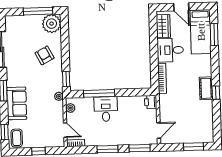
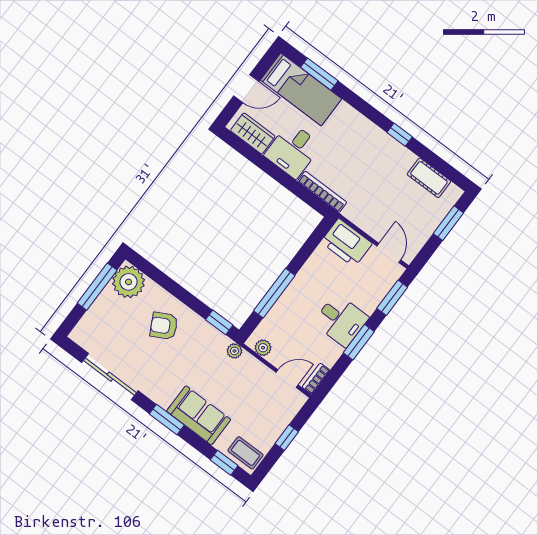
cot: (206, 88) -> (429, 178), moved
printer: (151, 102) -> (346, 243), width x1.87, depth x1.48
desk: (106, 109) -> (341, 320), moved, turned 180

